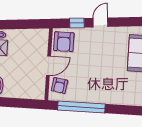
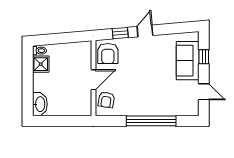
window: (81, 107) -> (151, 121), moved

